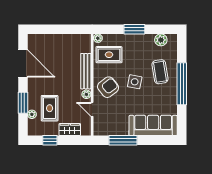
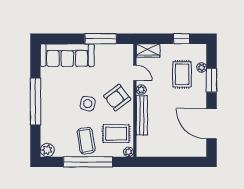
window: (134, 29) -> (88, 162), width x2.11
plant: (161, 40) -> (47, 150), moved
coffee table: (160, 72) -> (86, 141), moved
wardrobe: (70, 130) -> (148, 51), moved

